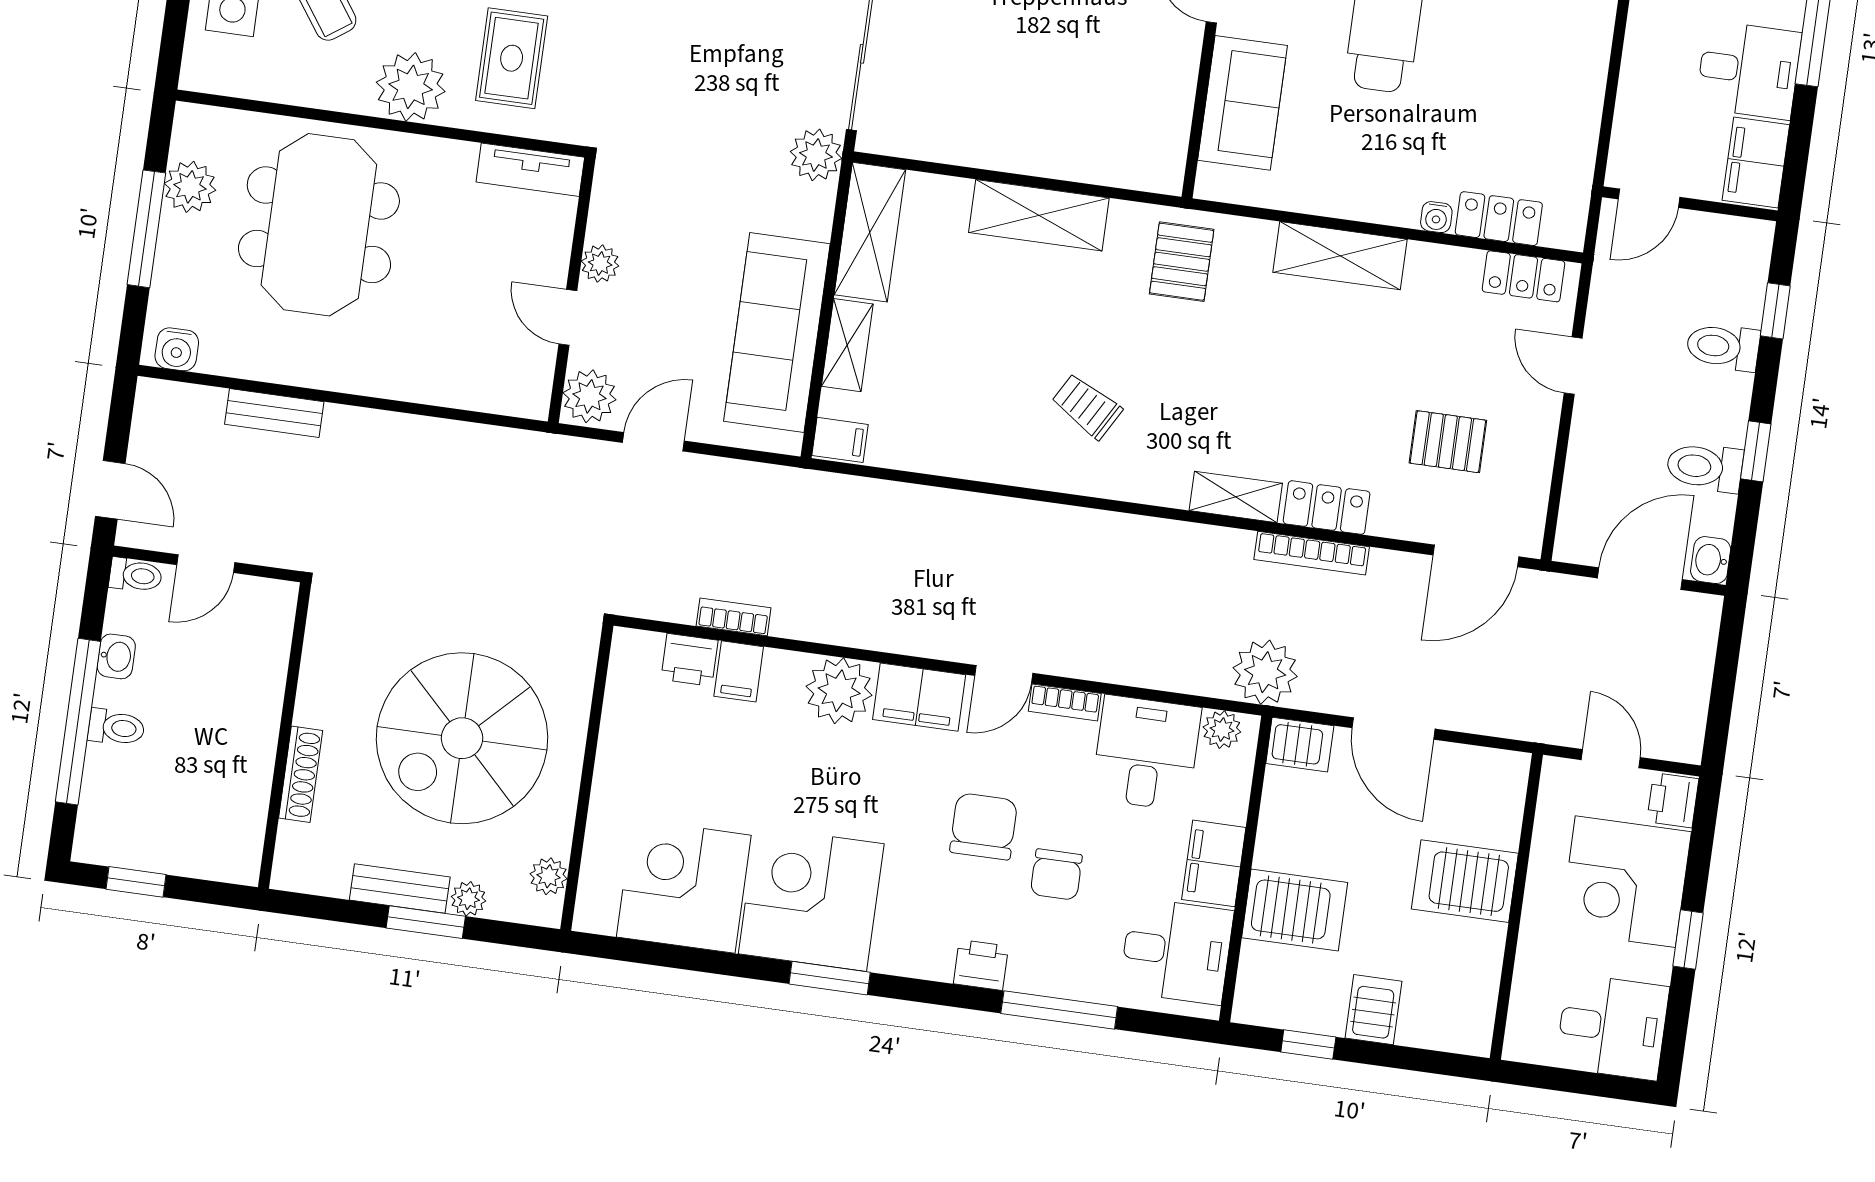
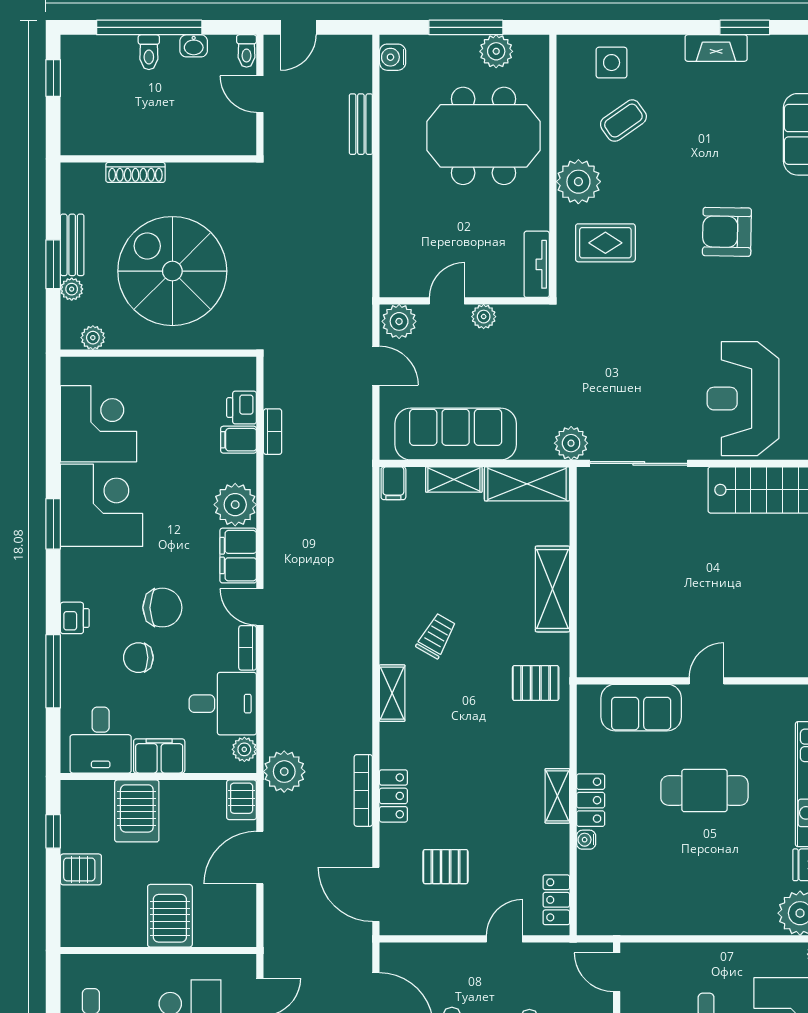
locker: (1499, 219) -> (591, 800), moved
shelving: (1340, 256) -> (557, 796), width x0.67, depth x0.75
pallet: (1448, 442) -> (446, 867), turned 90
shelving: (1236, 497) -> (392, 693), moved

